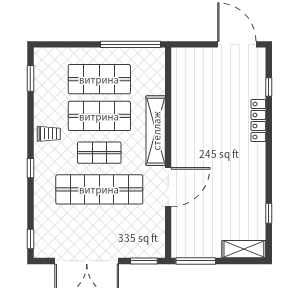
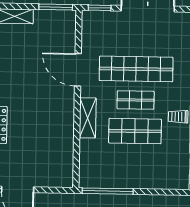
shop shelf: (99, 79) -> (134, 162), removed
shelving: (156, 131) -> (88, 118), width x0.68
door: (168, 187) -> (78, 70), hinge flipped

